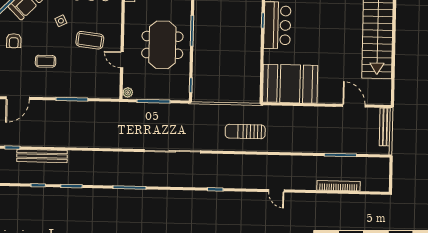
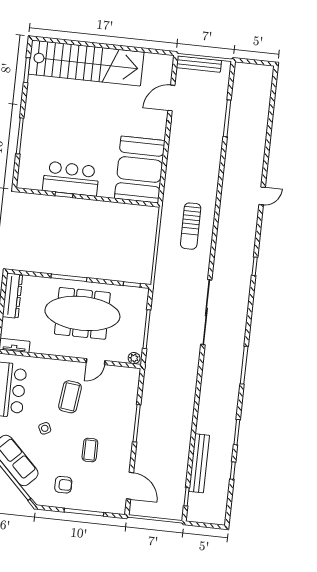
meeting table: (162, 45) -> (82, 313), width x1.36
bookcase: (338, 186) -> (262, 124), removed

